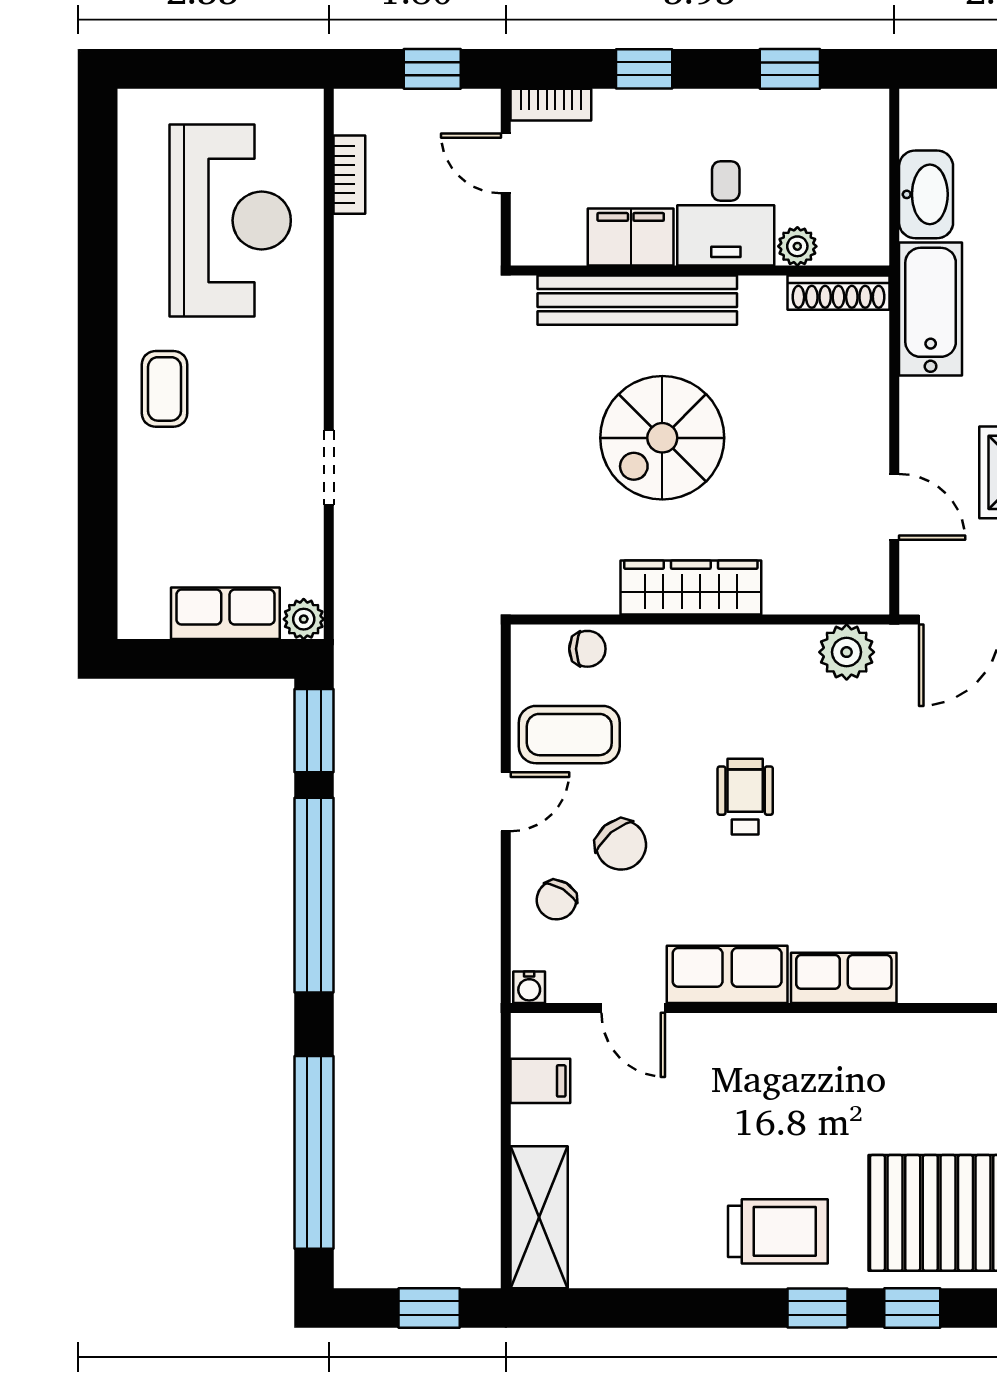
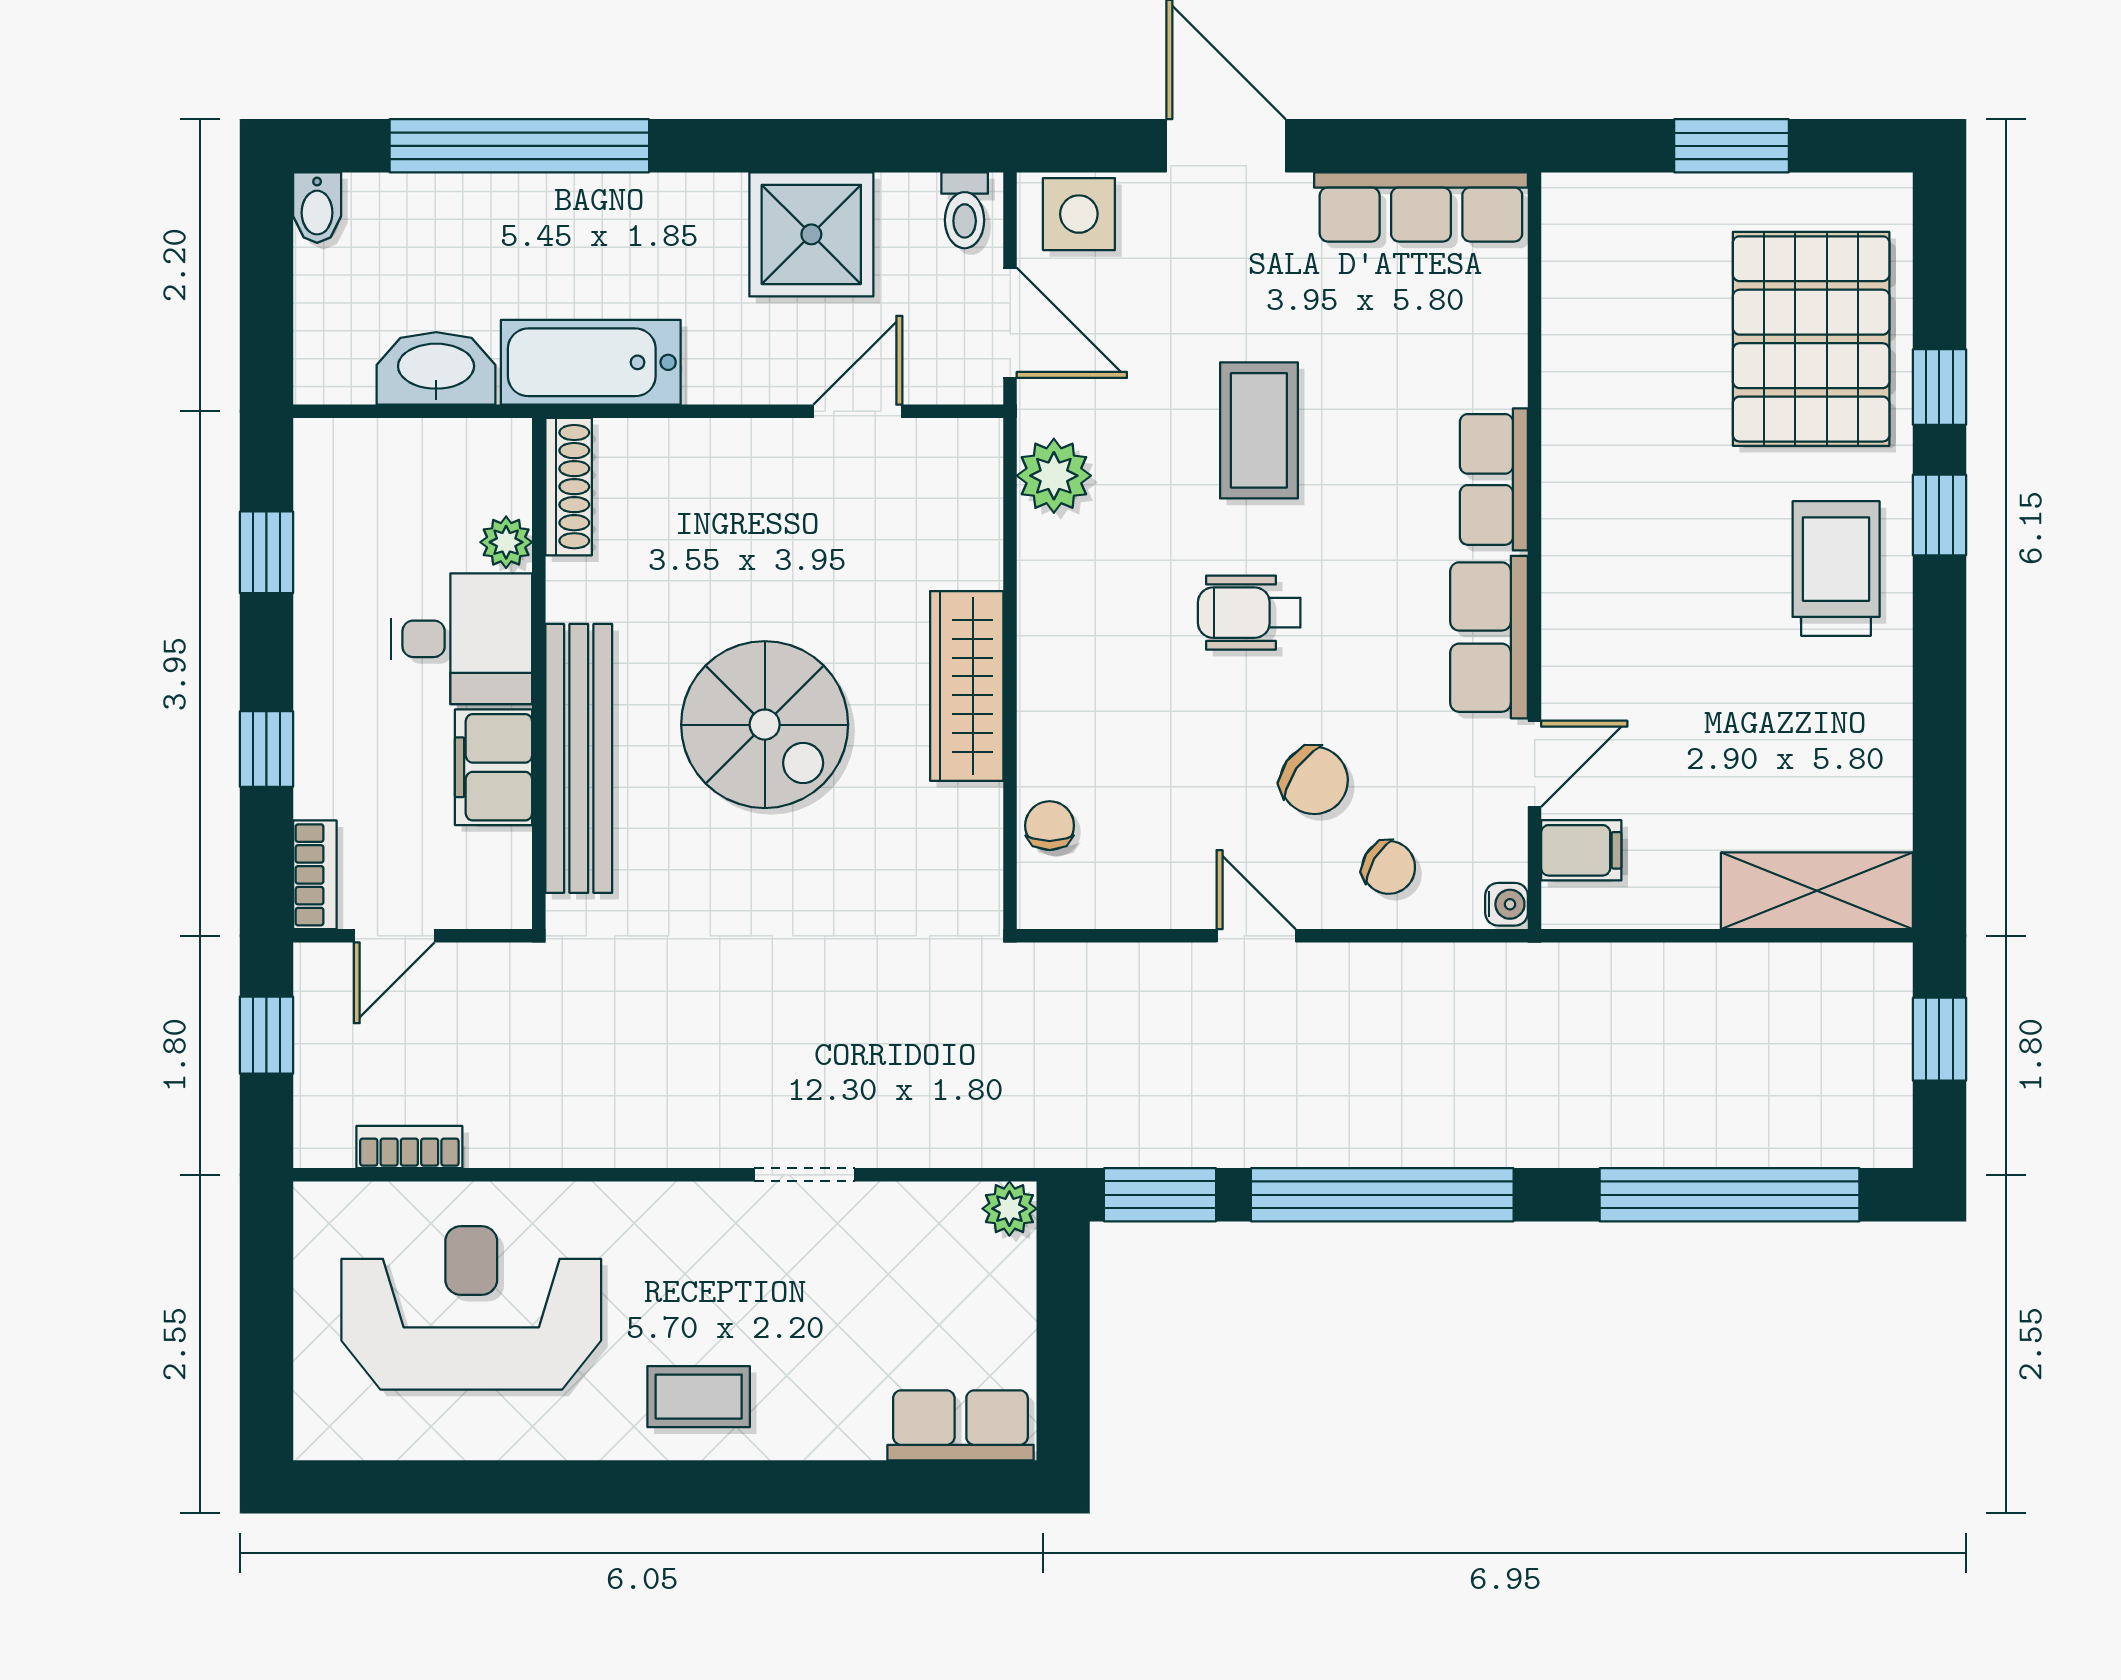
row of seats: (225, 613) -> (960, 1425), moved, turned 90
coffee table: (569, 735) -> (1259, 430), moved
chair: (621, 845) -> (1314, 780), turned 75
filing cabinet: (540, 1081) -> (1581, 850), moved, turned 90

